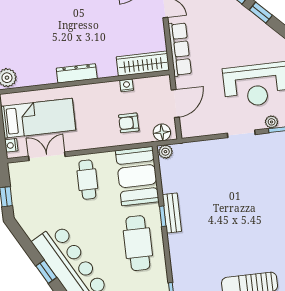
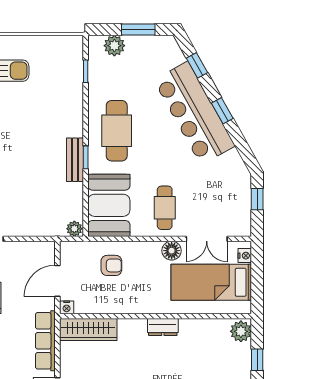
dresser: (77, 73) -> (163, 327), width x0.70
nightstand: (127, 85) -> (67, 307), moved
floor lamp: (162, 132) -> (172, 251), moved

